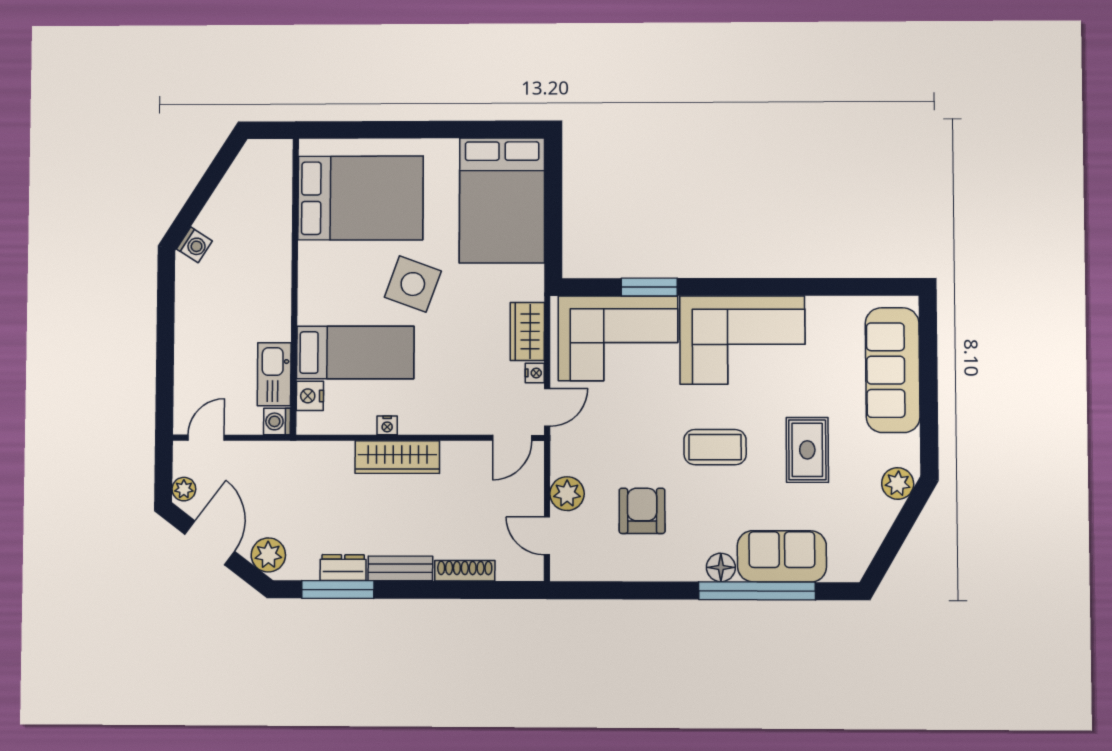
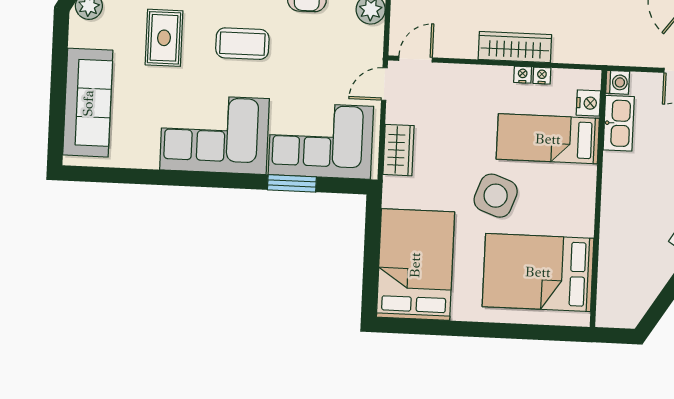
nightstand: (535, 373) -> (542, 76), moved, turned 90

